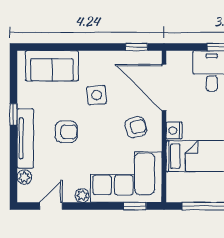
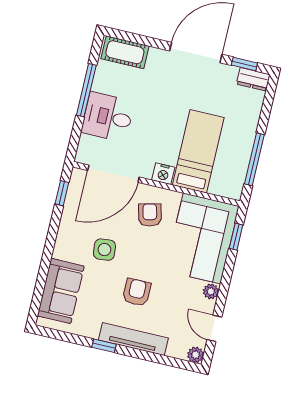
plant: (24, 177) -> (196, 355), moved

